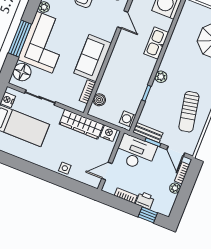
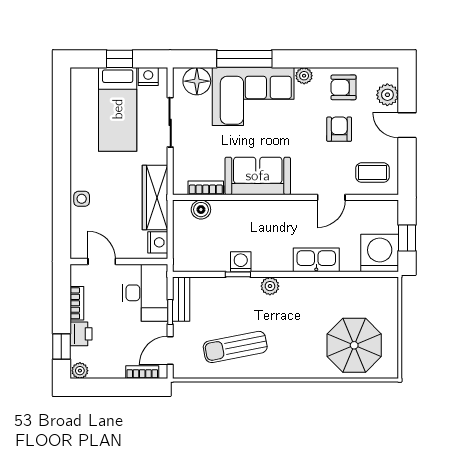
washing machine: (127, 119) -> (241, 262), moved
plant: (175, 188) -> (80, 371), moved

